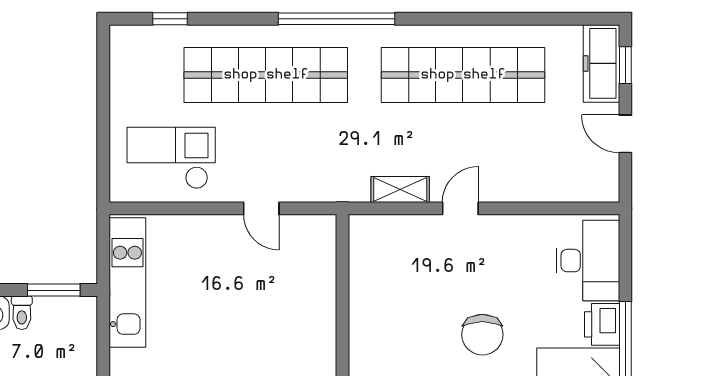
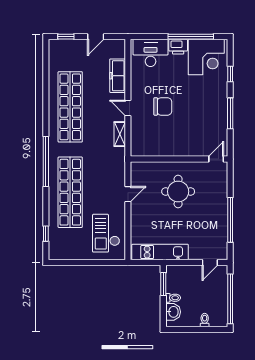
freezer: (602, 63) -> (118, 76), moved, turned 90
round table: (267, 324) -> (178, 191), added
chair: (482, 335) -> (163, 106), moved

